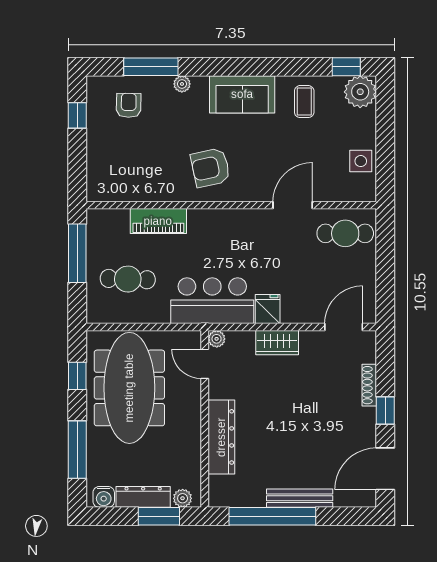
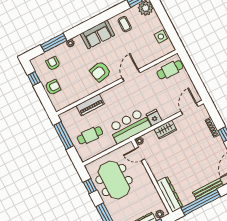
armchair: (105, 150) -> (53, 87), added
door: (293, 205) -> (131, 75), moved
meeting table: (129, 388) -> (114, 180), width x0.73
dresser: (221, 437) -> (170, 194), moved

